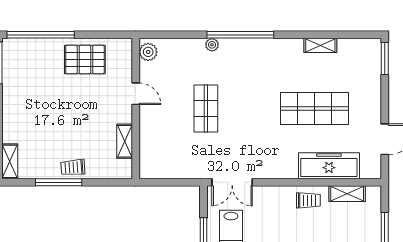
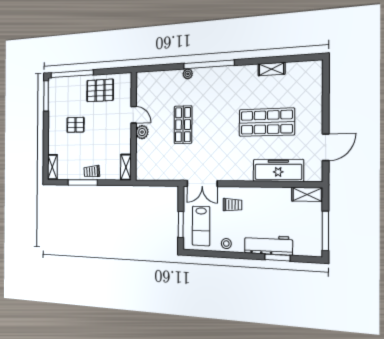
plant: (148, 52) -> (142, 132), moved
window: (385, 58) -> (326, 77), removed
pallet: (47, 104) -> (76, 125), added
shelving: (125, 141) -> (126, 167), moved
shelving: (347, 194) -> (307, 194), moved
trolley: (308, 200) -> (232, 205), moved

